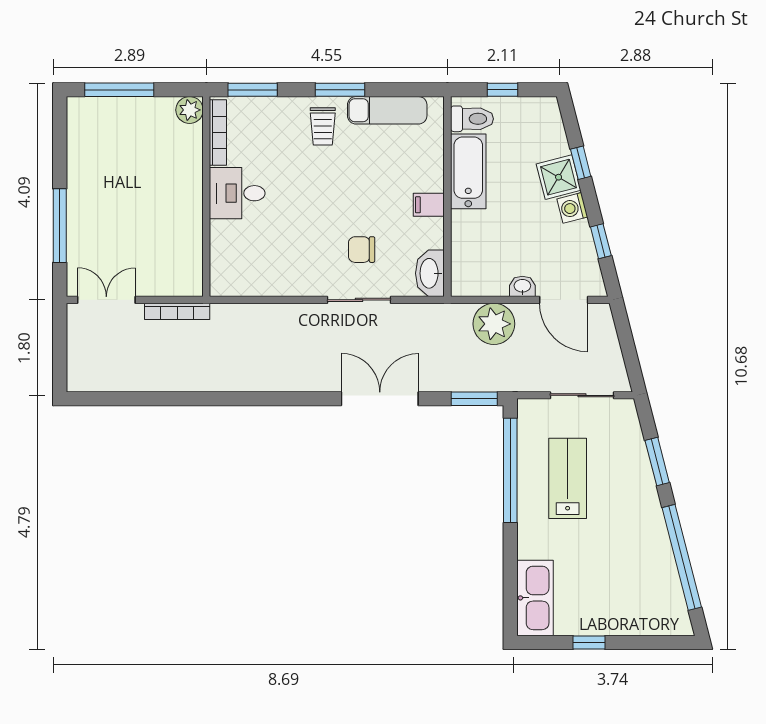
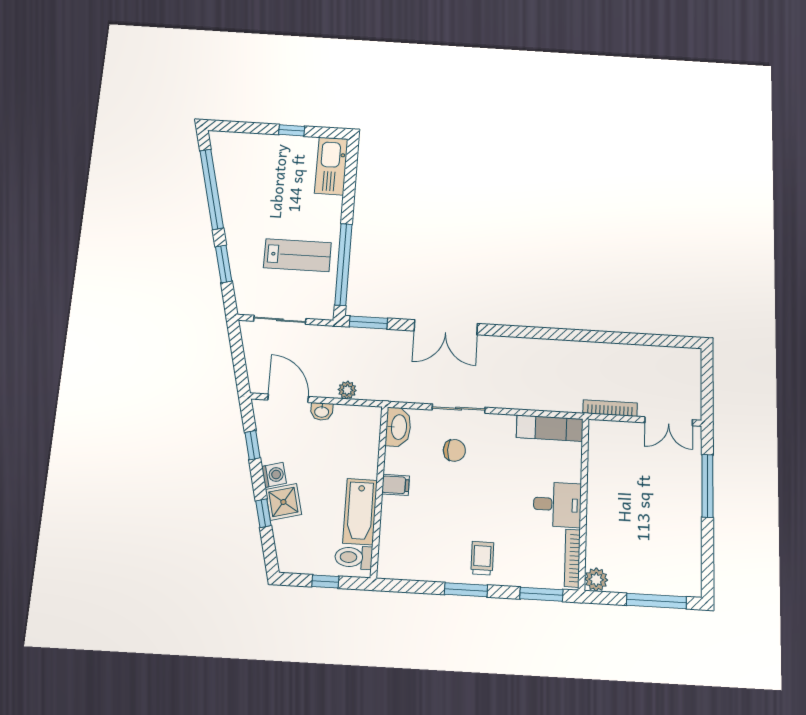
exam couch: (387, 110) -> (550, 428), moved, turned 180
plant: (494, 324) -> (347, 390), width x0.53, depth x0.53
lab bench: (568, 478) -> (297, 255), turned -90

